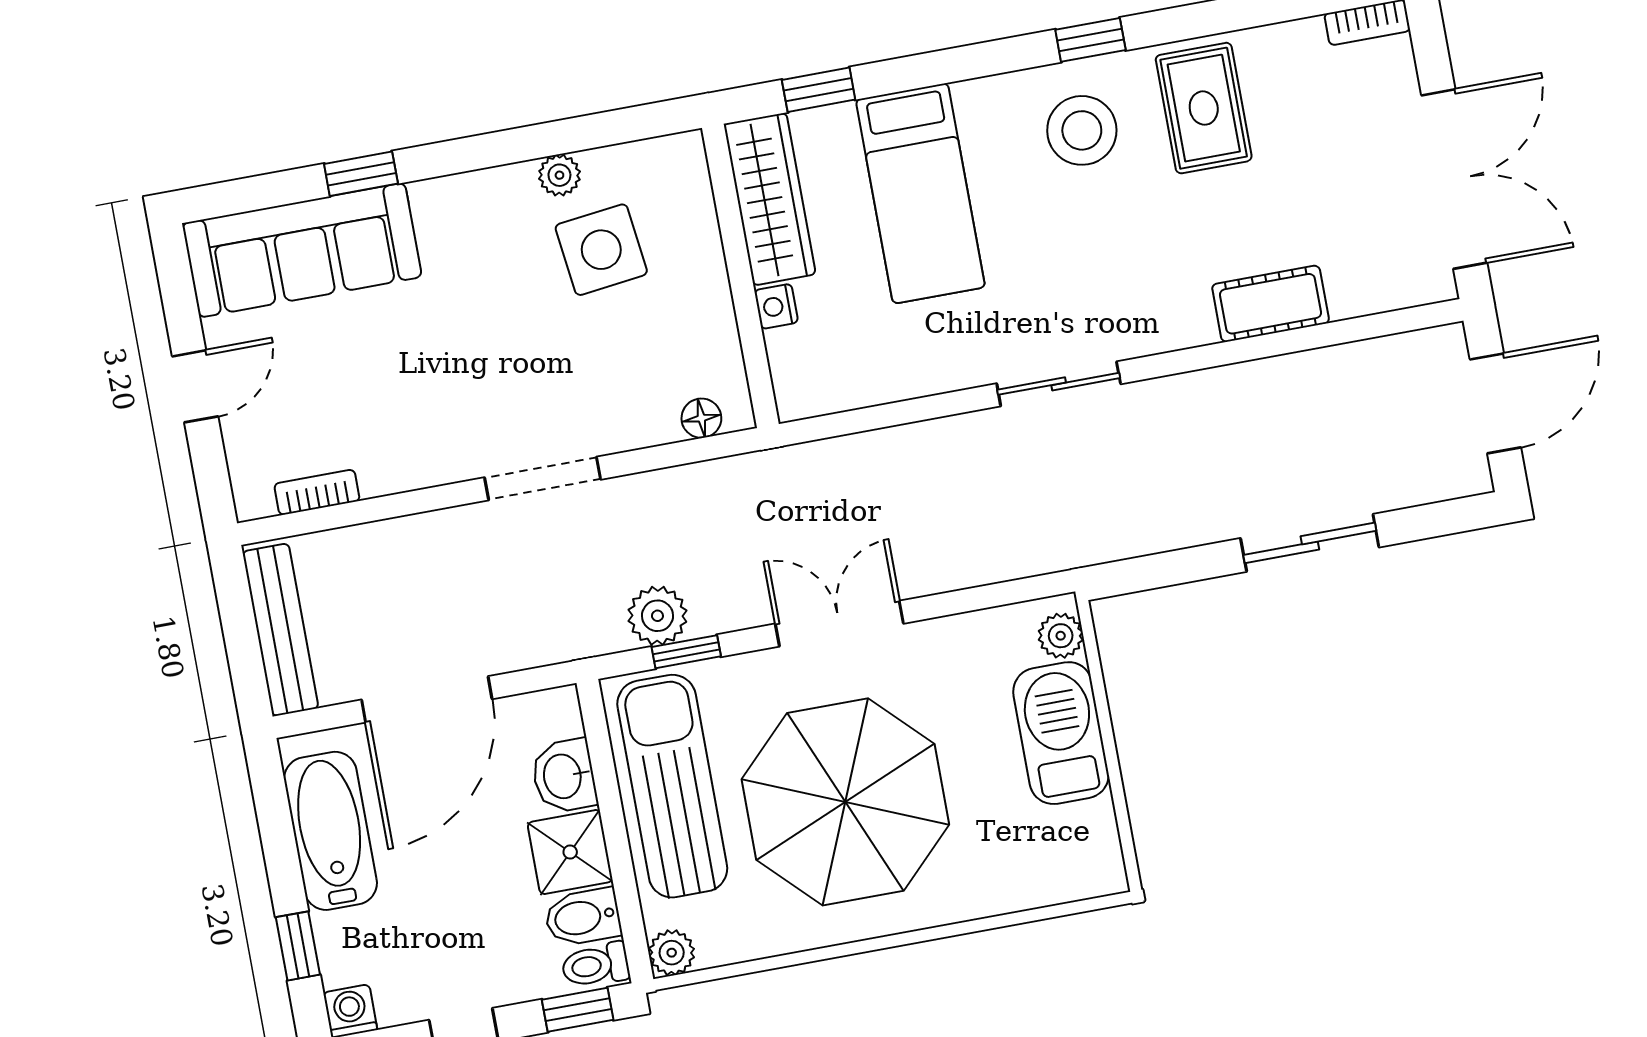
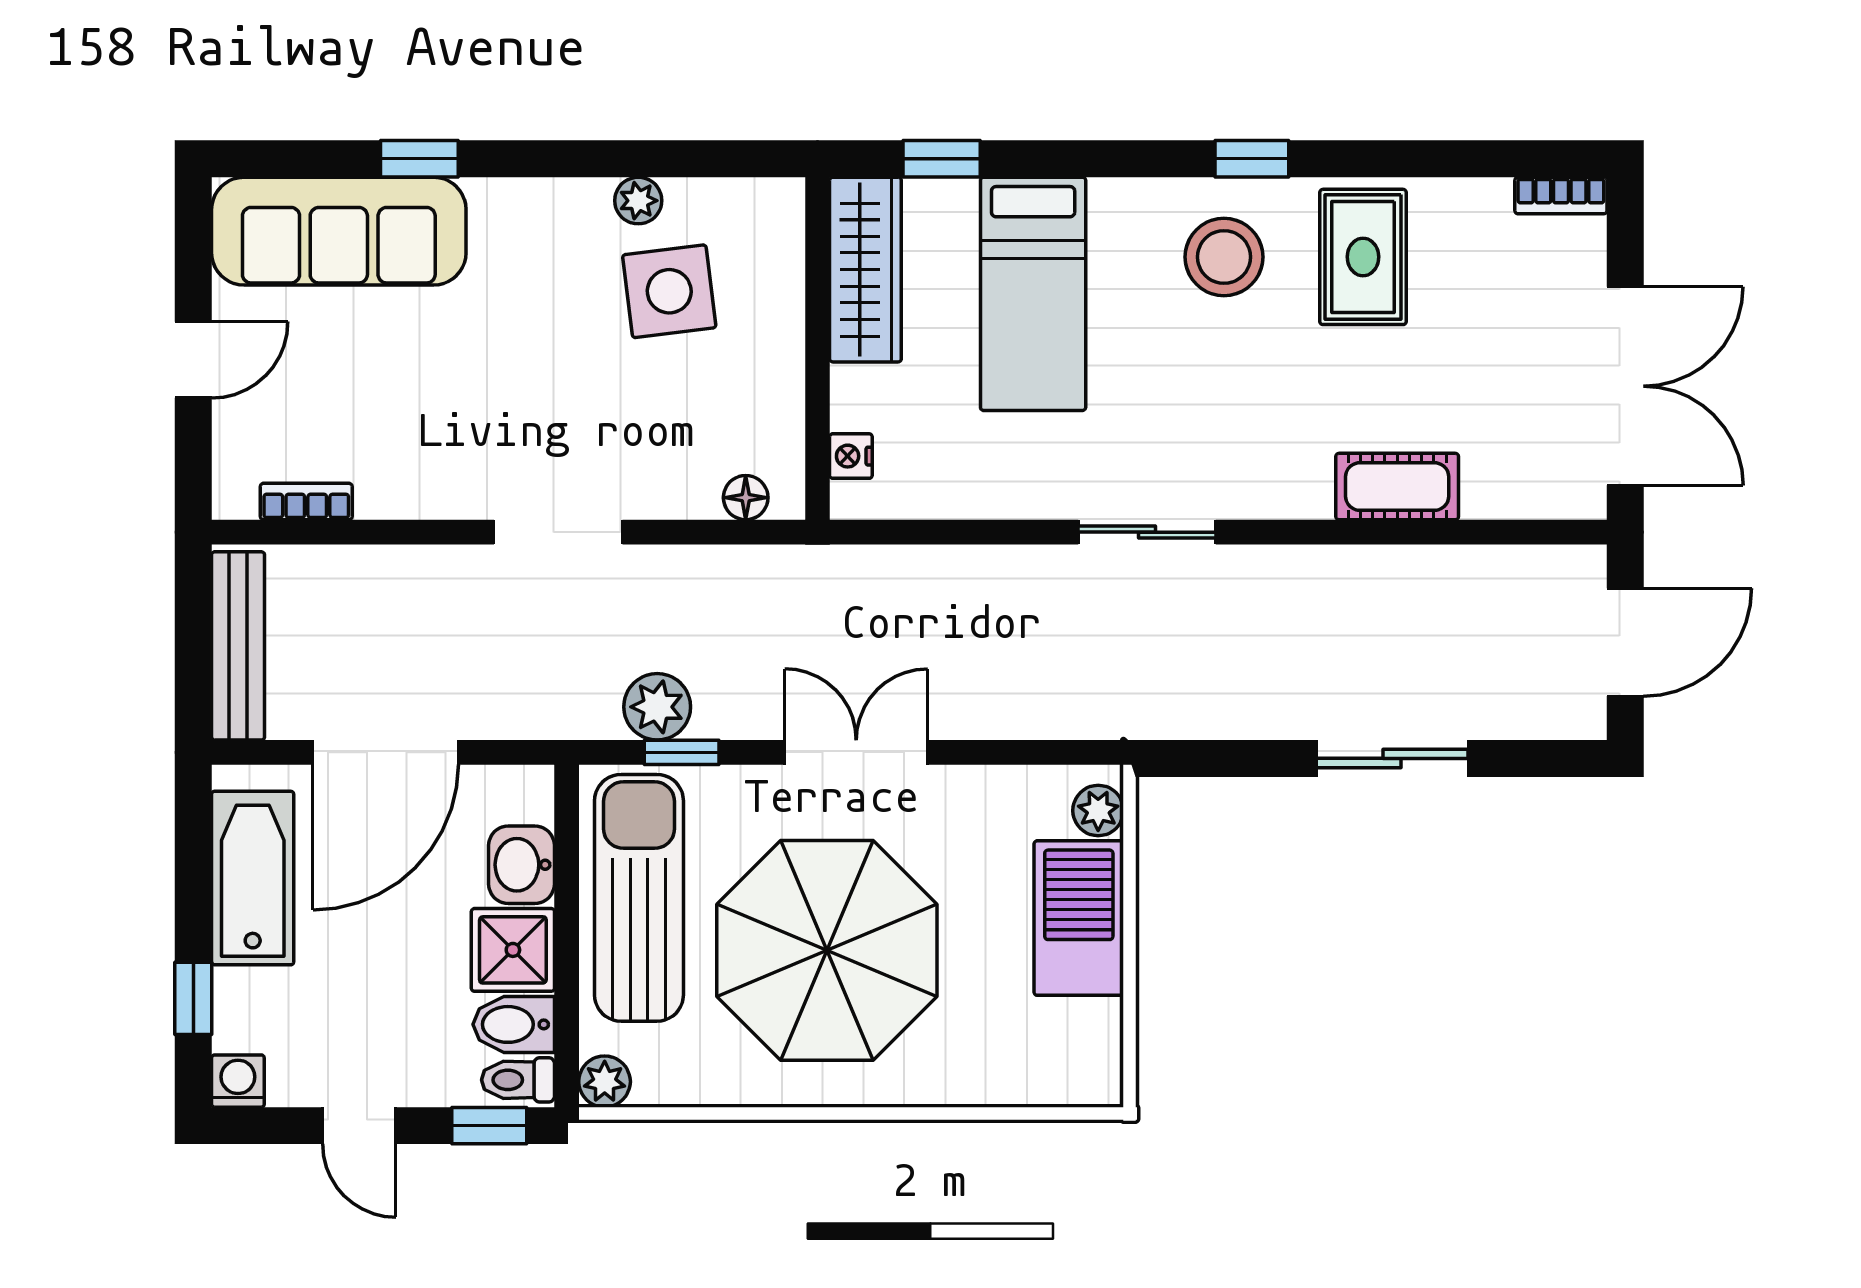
nightstand: (776, 306) -> (851, 456), moved

